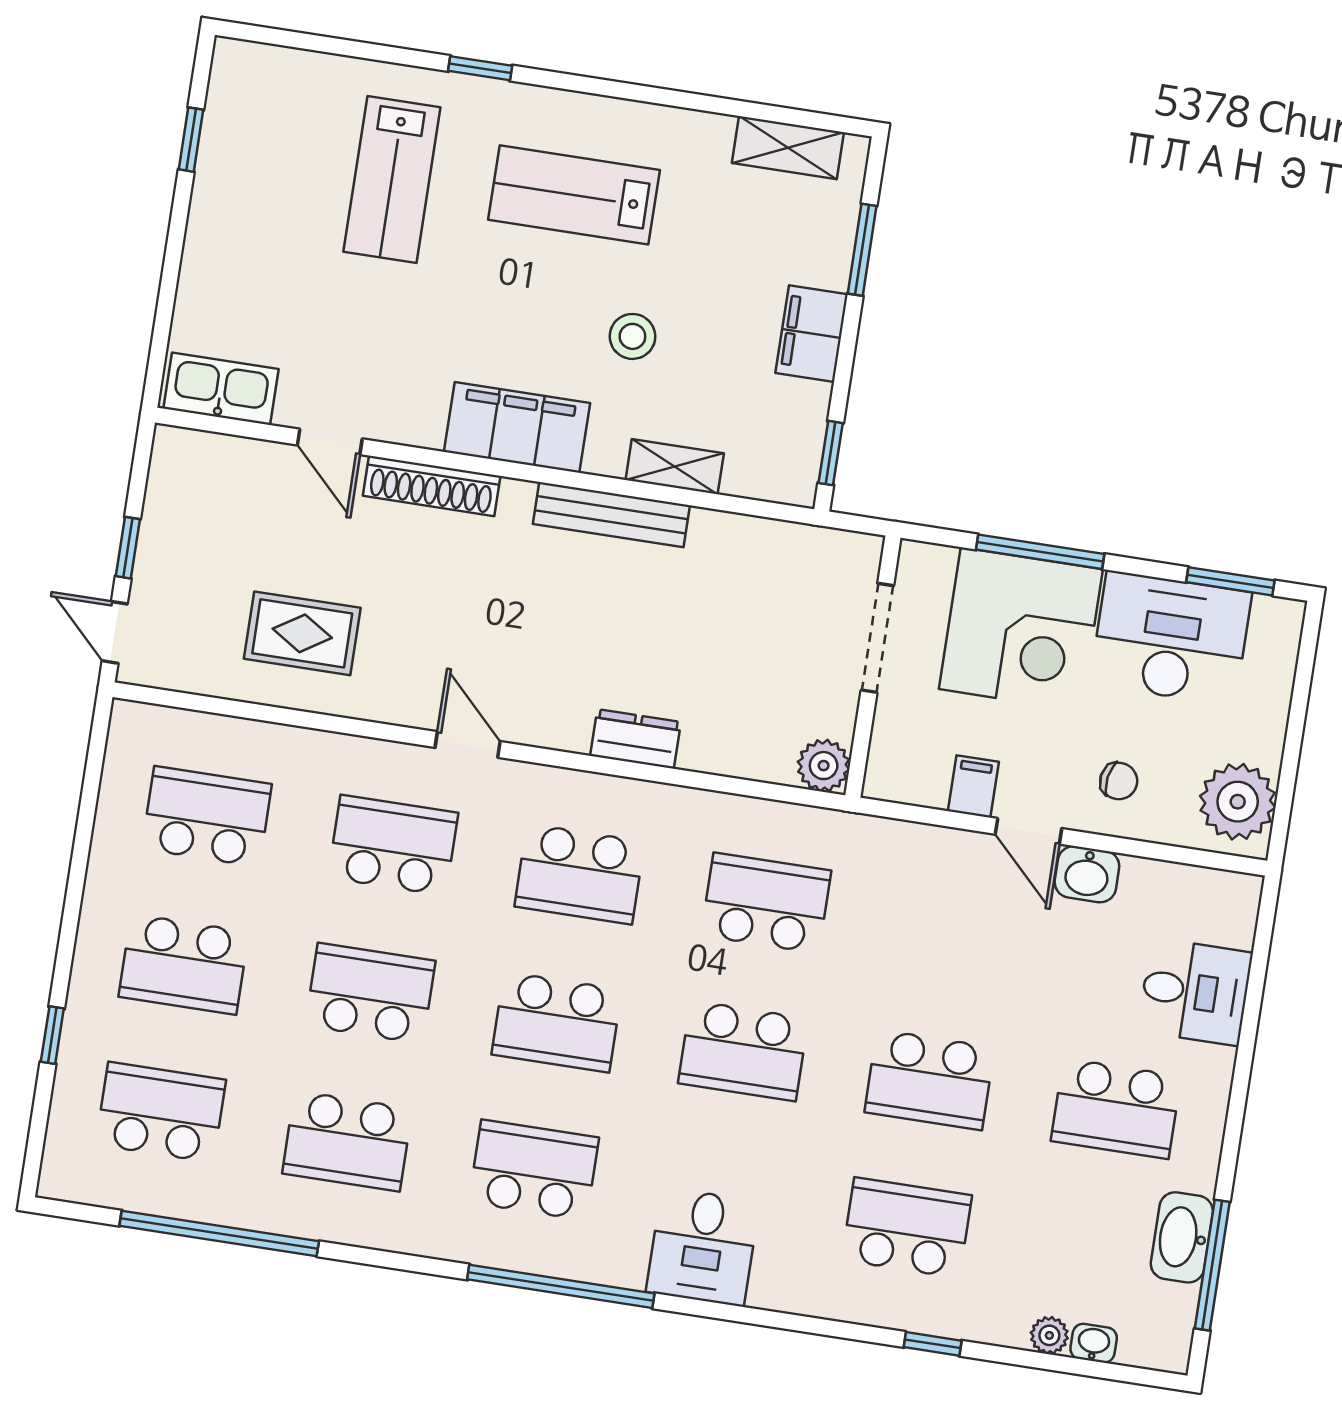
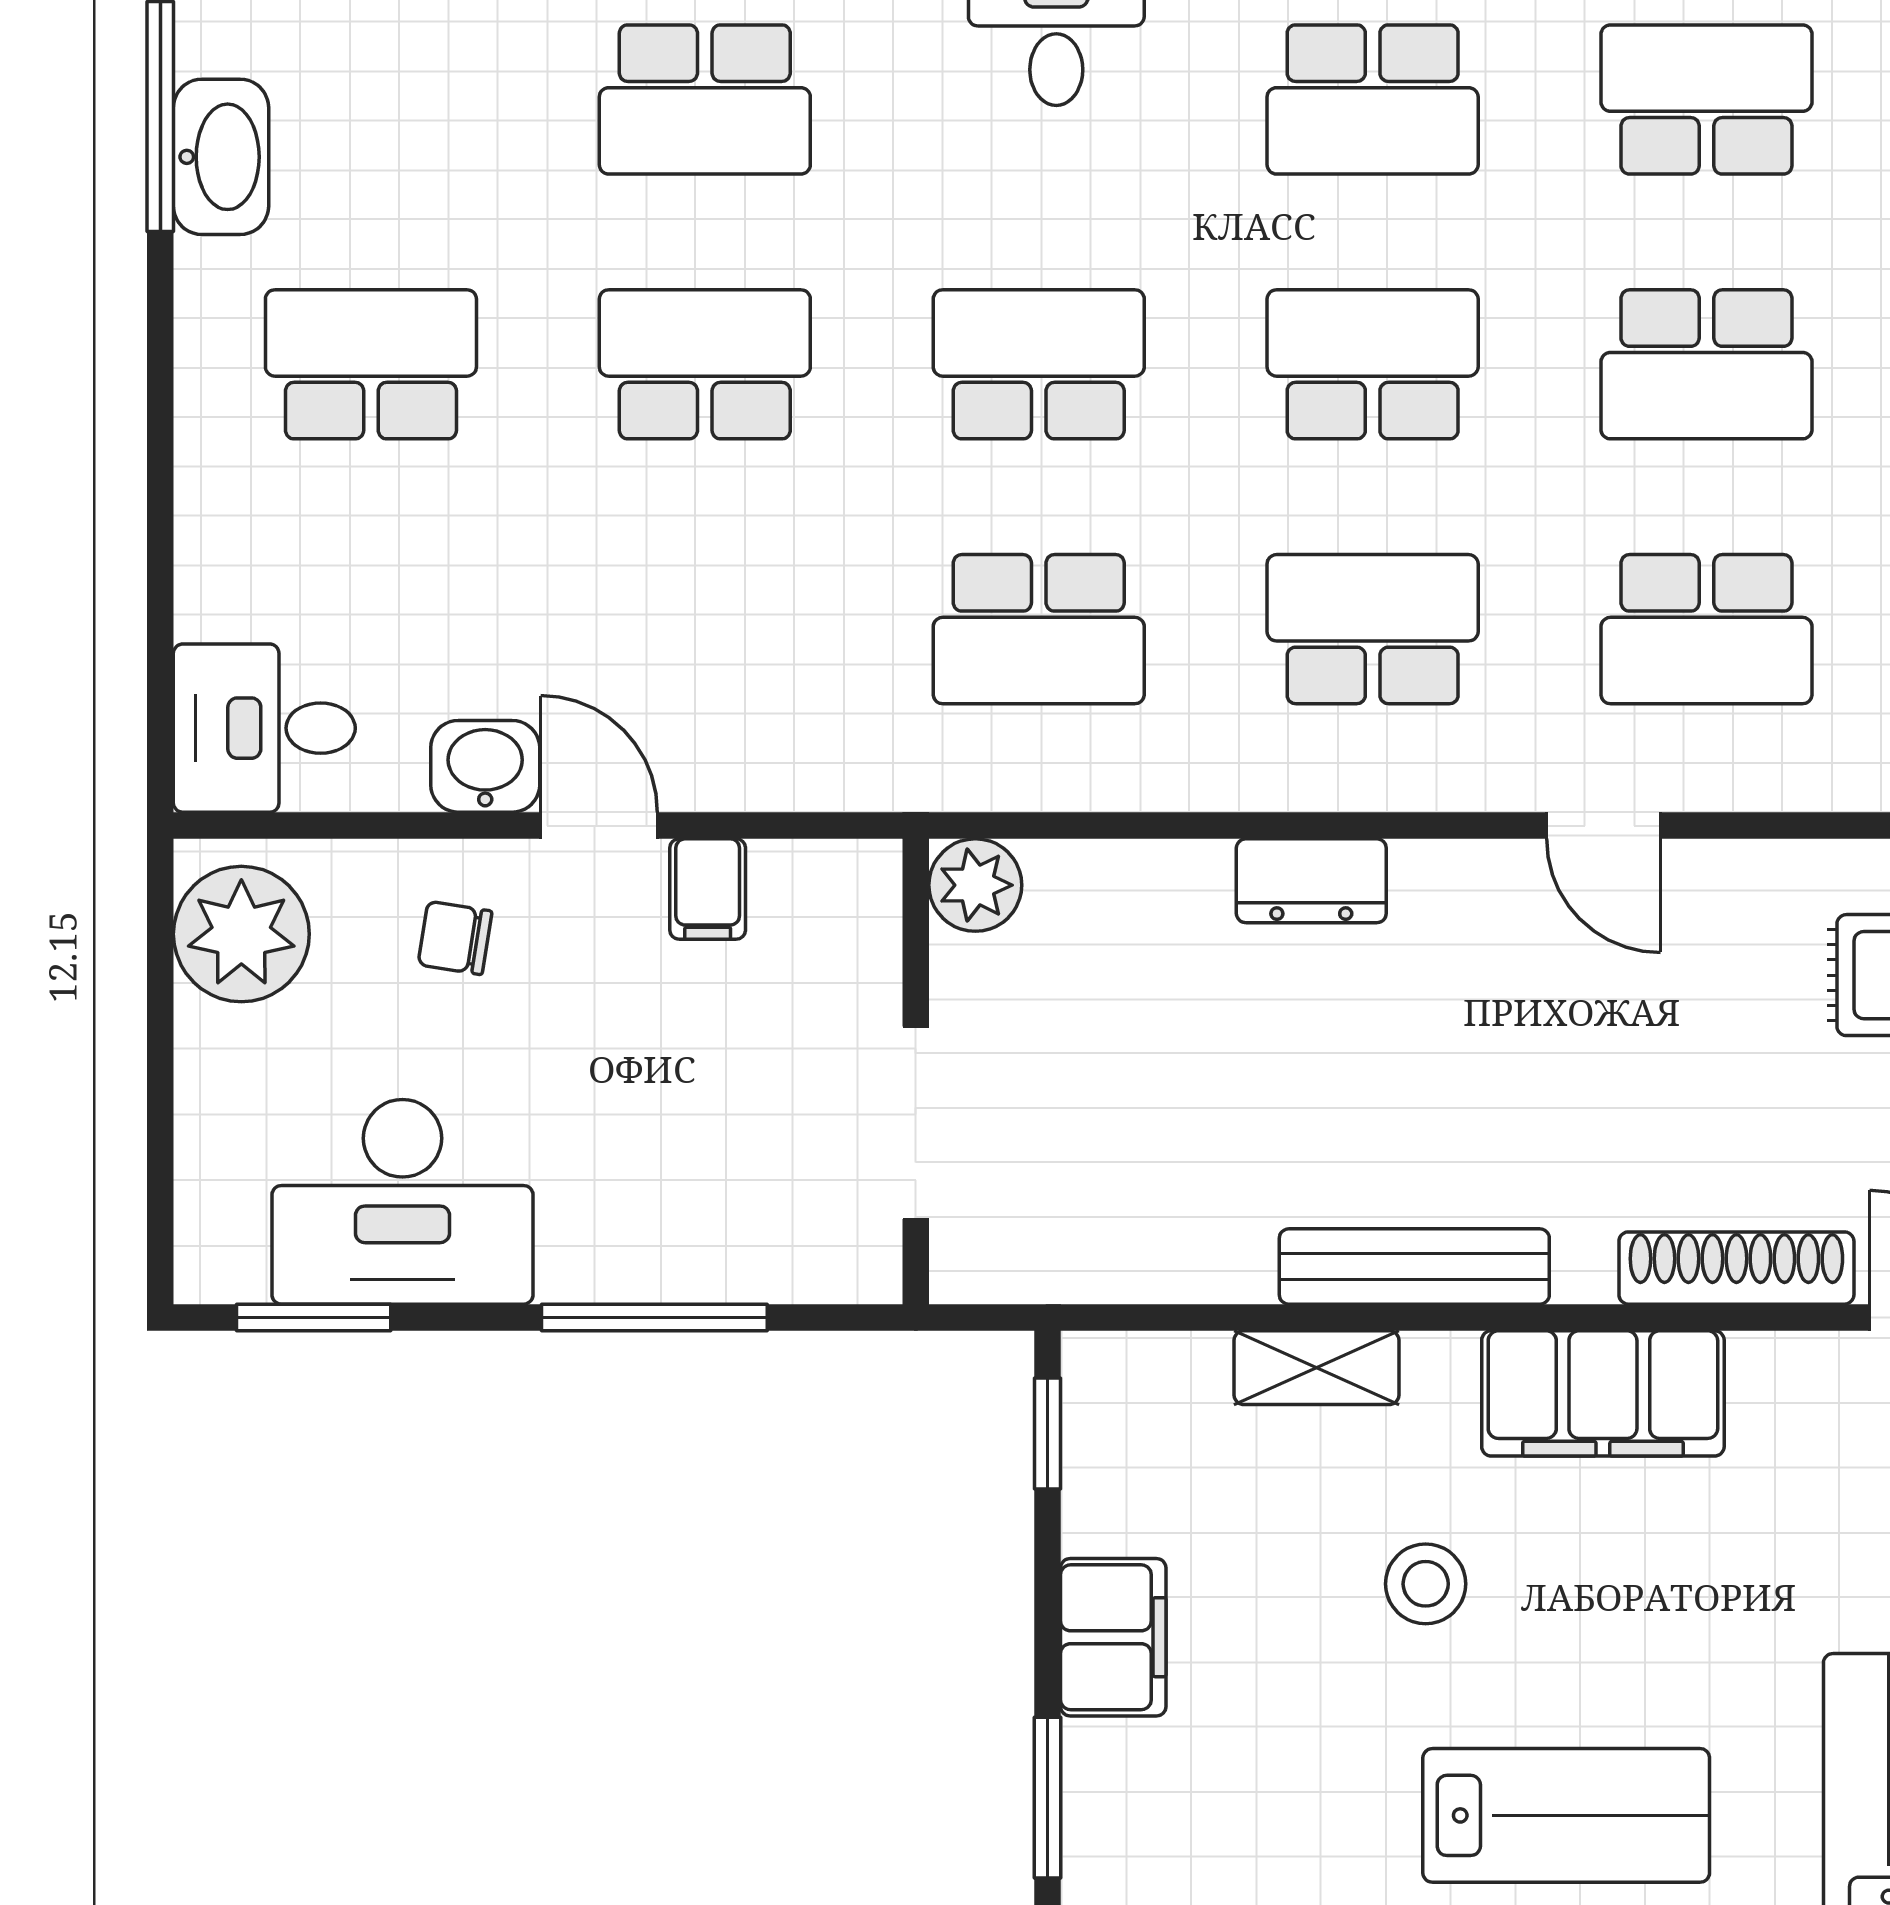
corner desk: (1021, 629) -> (667, 1177), removed
desk: (1195, 992) -> (264, 728), moved

